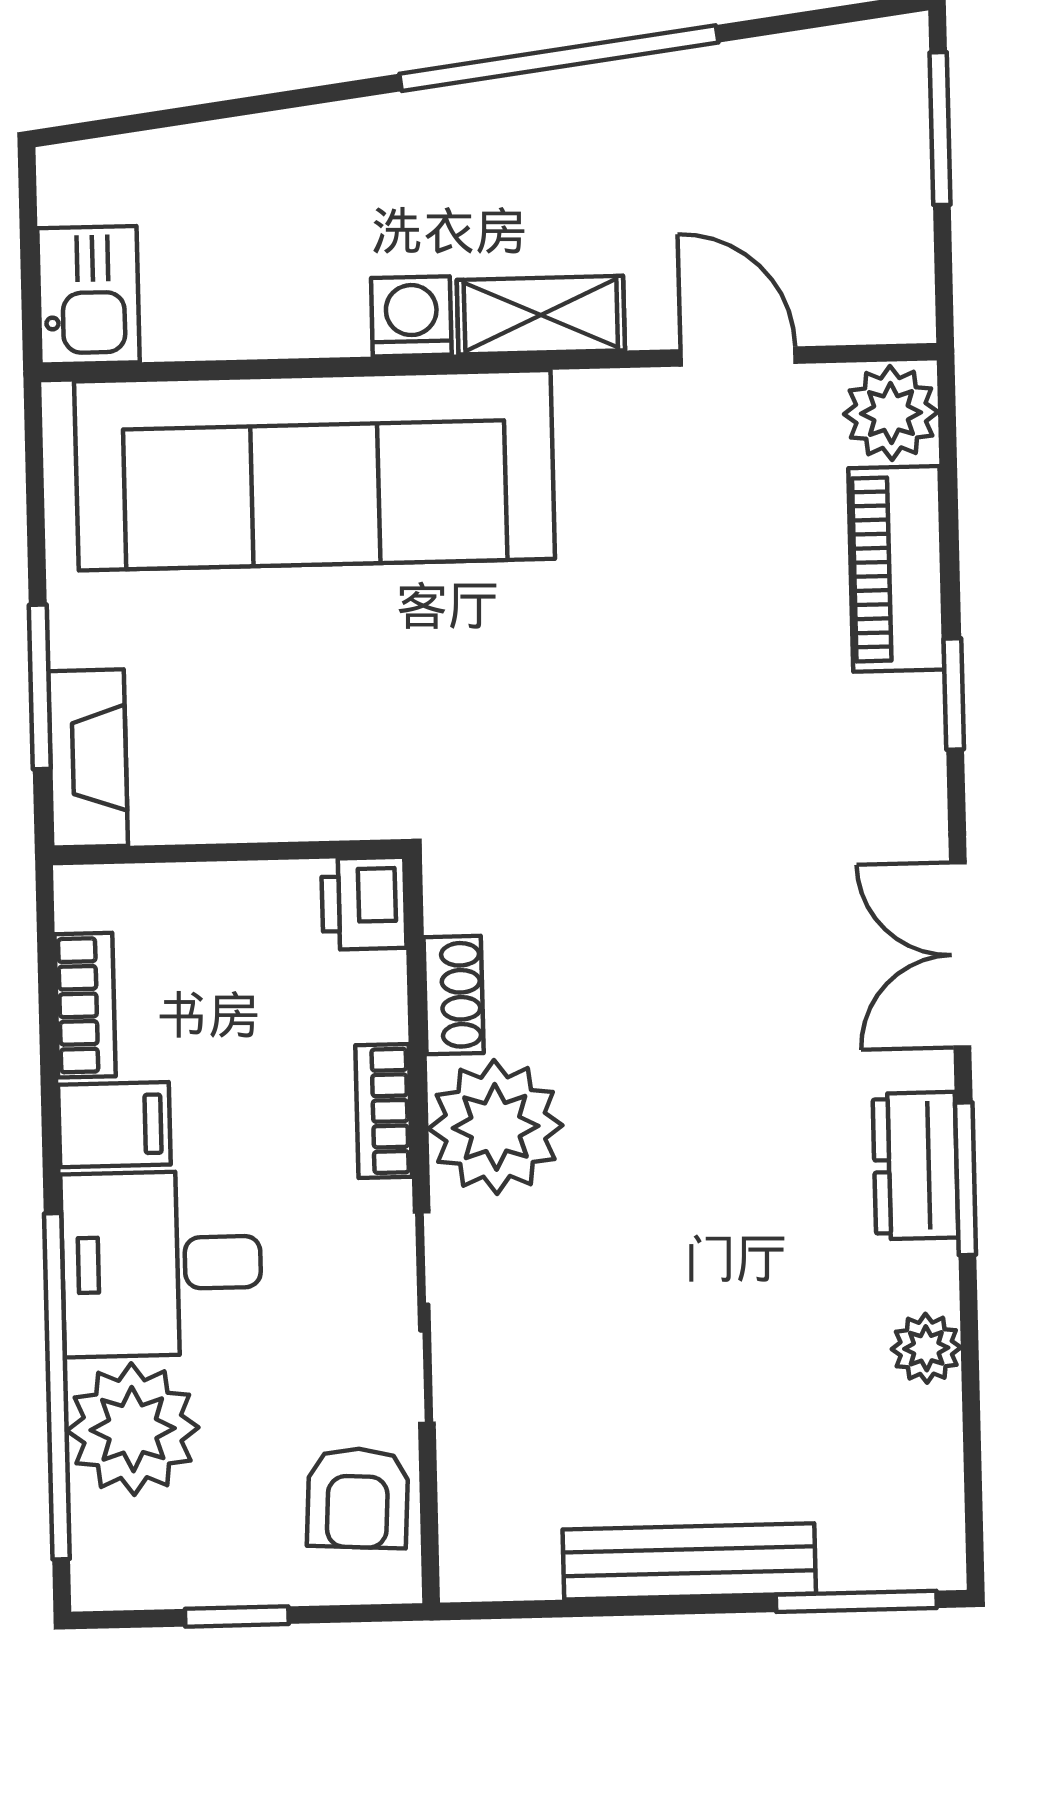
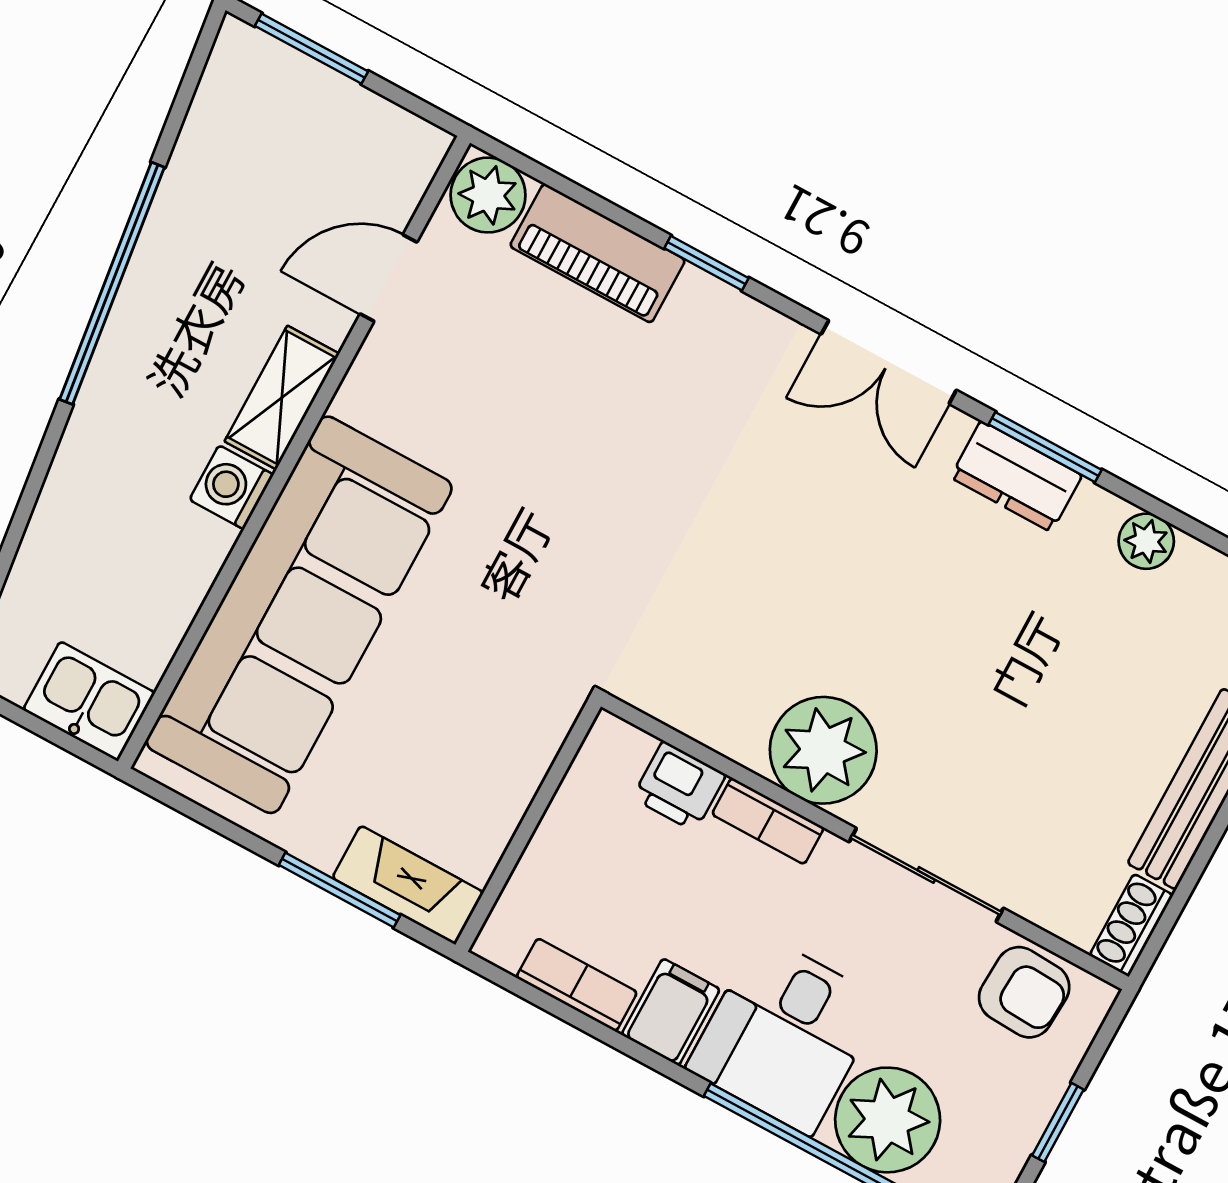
printer: (364, 903) -> (679, 786), moved
shoe rack: (454, 995) -> (1131, 925), moved, turned -90

